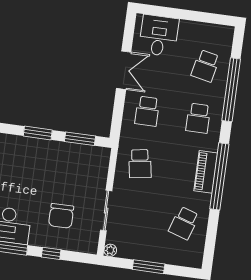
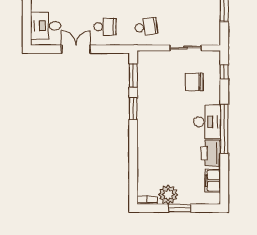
chair: (61, 216) -> (194, 82), turned 180
plant: (110, 250) -> (216, 40), removed
window: (51, 253) -> (224, 72), moved

